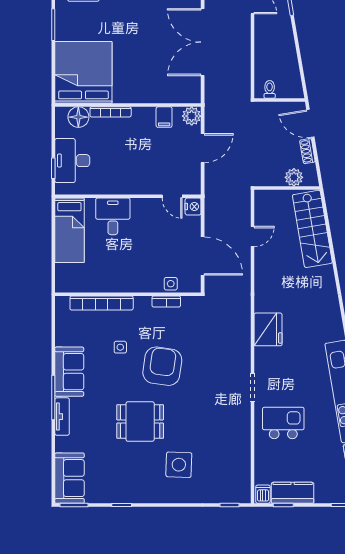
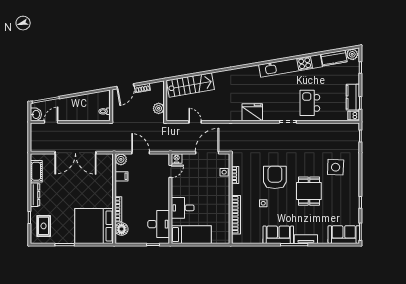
desk: (72, 161) -> (159, 224), moved, turned -90
plant: (294, 177) -> (159, 108), moved
armchair: (162, 366) -> (275, 177), turned 82

